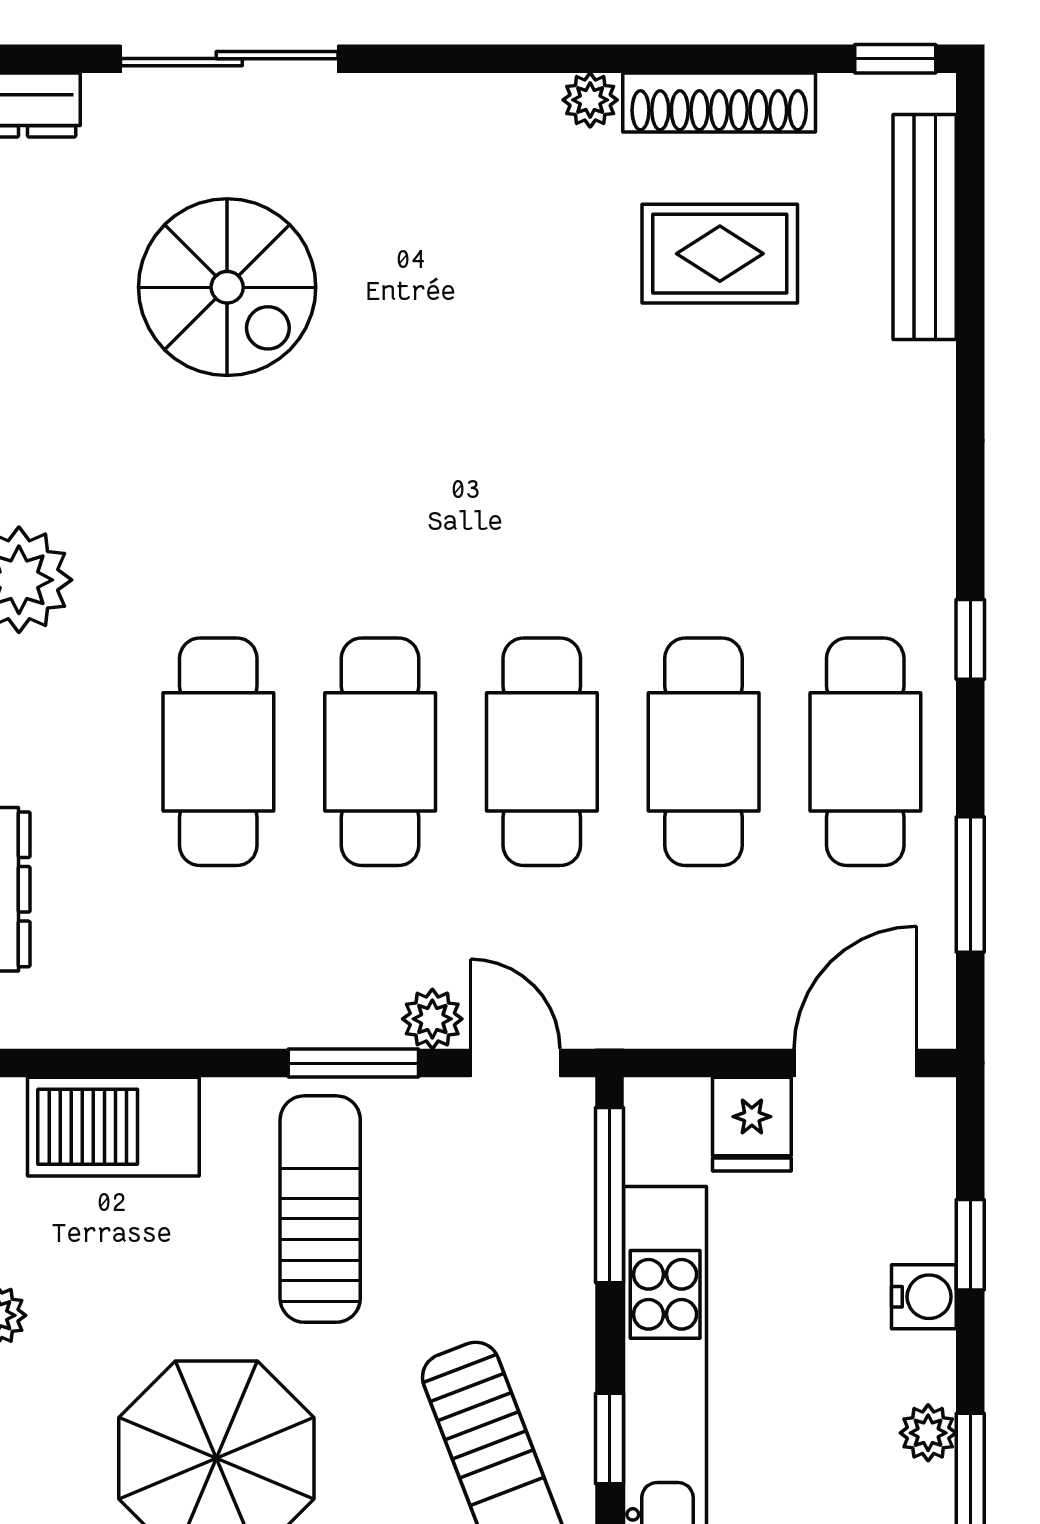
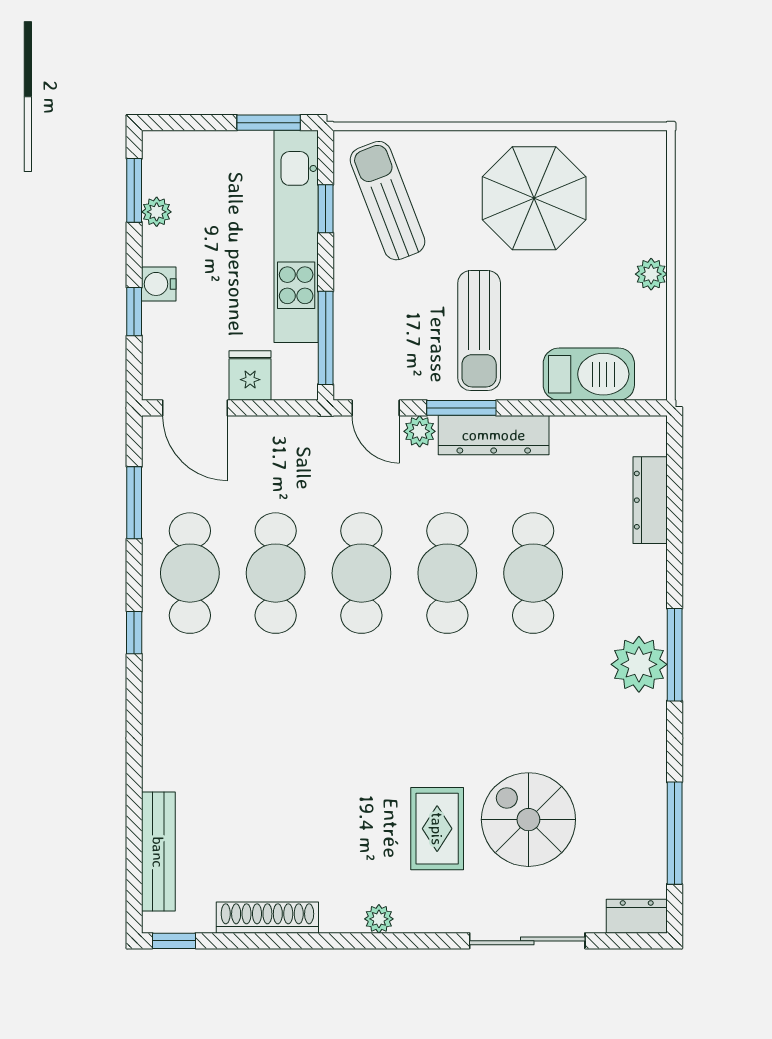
plant: (590, 100) -> (379, 919), moved
rug: (720, 254) -> (437, 829), moved, turned 90
dresser: (293, 1012) -> (494, 435), added
door: (856, 1063) -> (195, 408), hinge flipped

